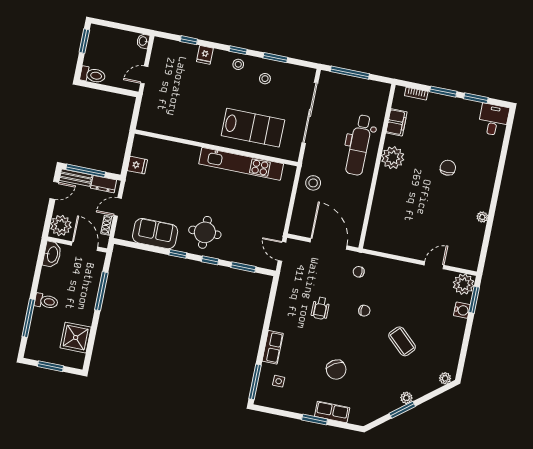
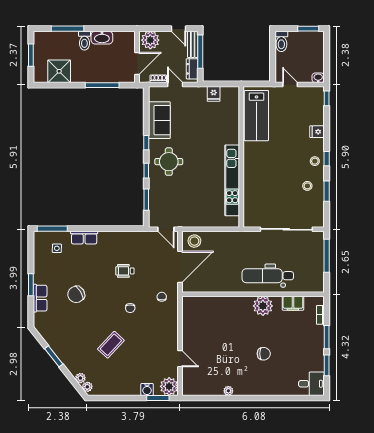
window: (189, 40) -> (327, 98), moved
lab bench: (253, 128) -> (256, 116), moved
stool: (313, 183) -> (194, 241), moved
door: (282, 251) -> (166, 229), swing flipped
washbasin: (52, 254) -> (102, 38), moved
plant: (406, 398) -> (80, 378), moved

